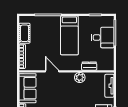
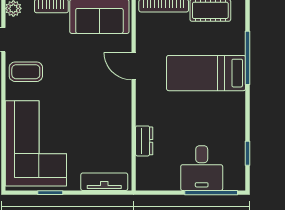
bed: (69, 35) -> (206, 73), moved
door: (52, 71) -> (134, 66), swing flipped
plant: (80, 77) -> (121, 122), removed

